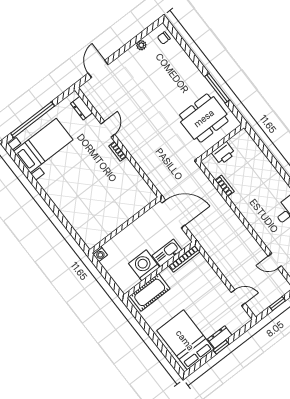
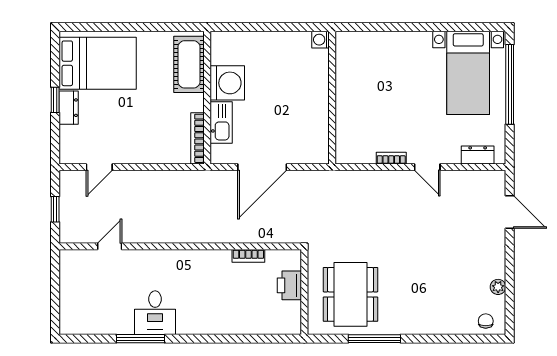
wall: (125, 225) -> (332, 98), moved
washing machine: (100, 254) -> (321, 40), moved

